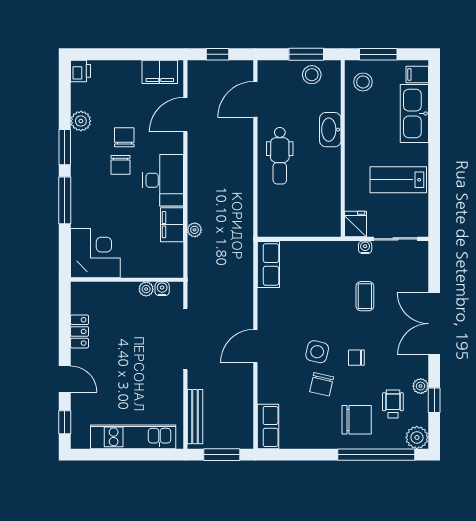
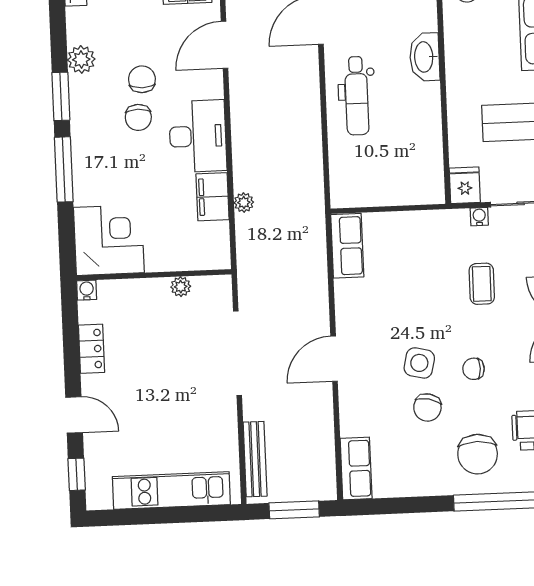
water cooler: (162, 289) -> (87, 290), moved
chair: (357, 420) -> (478, 454), turned 90

